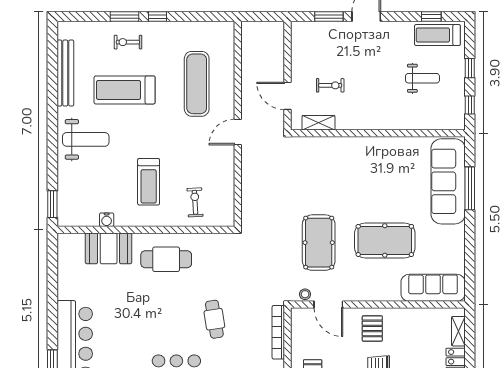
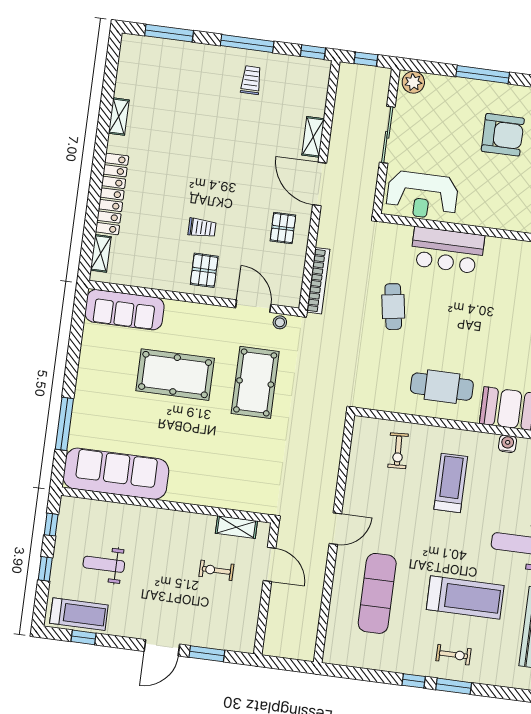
sofa: (448, 181) -> (116, 474), moved, turned -90

